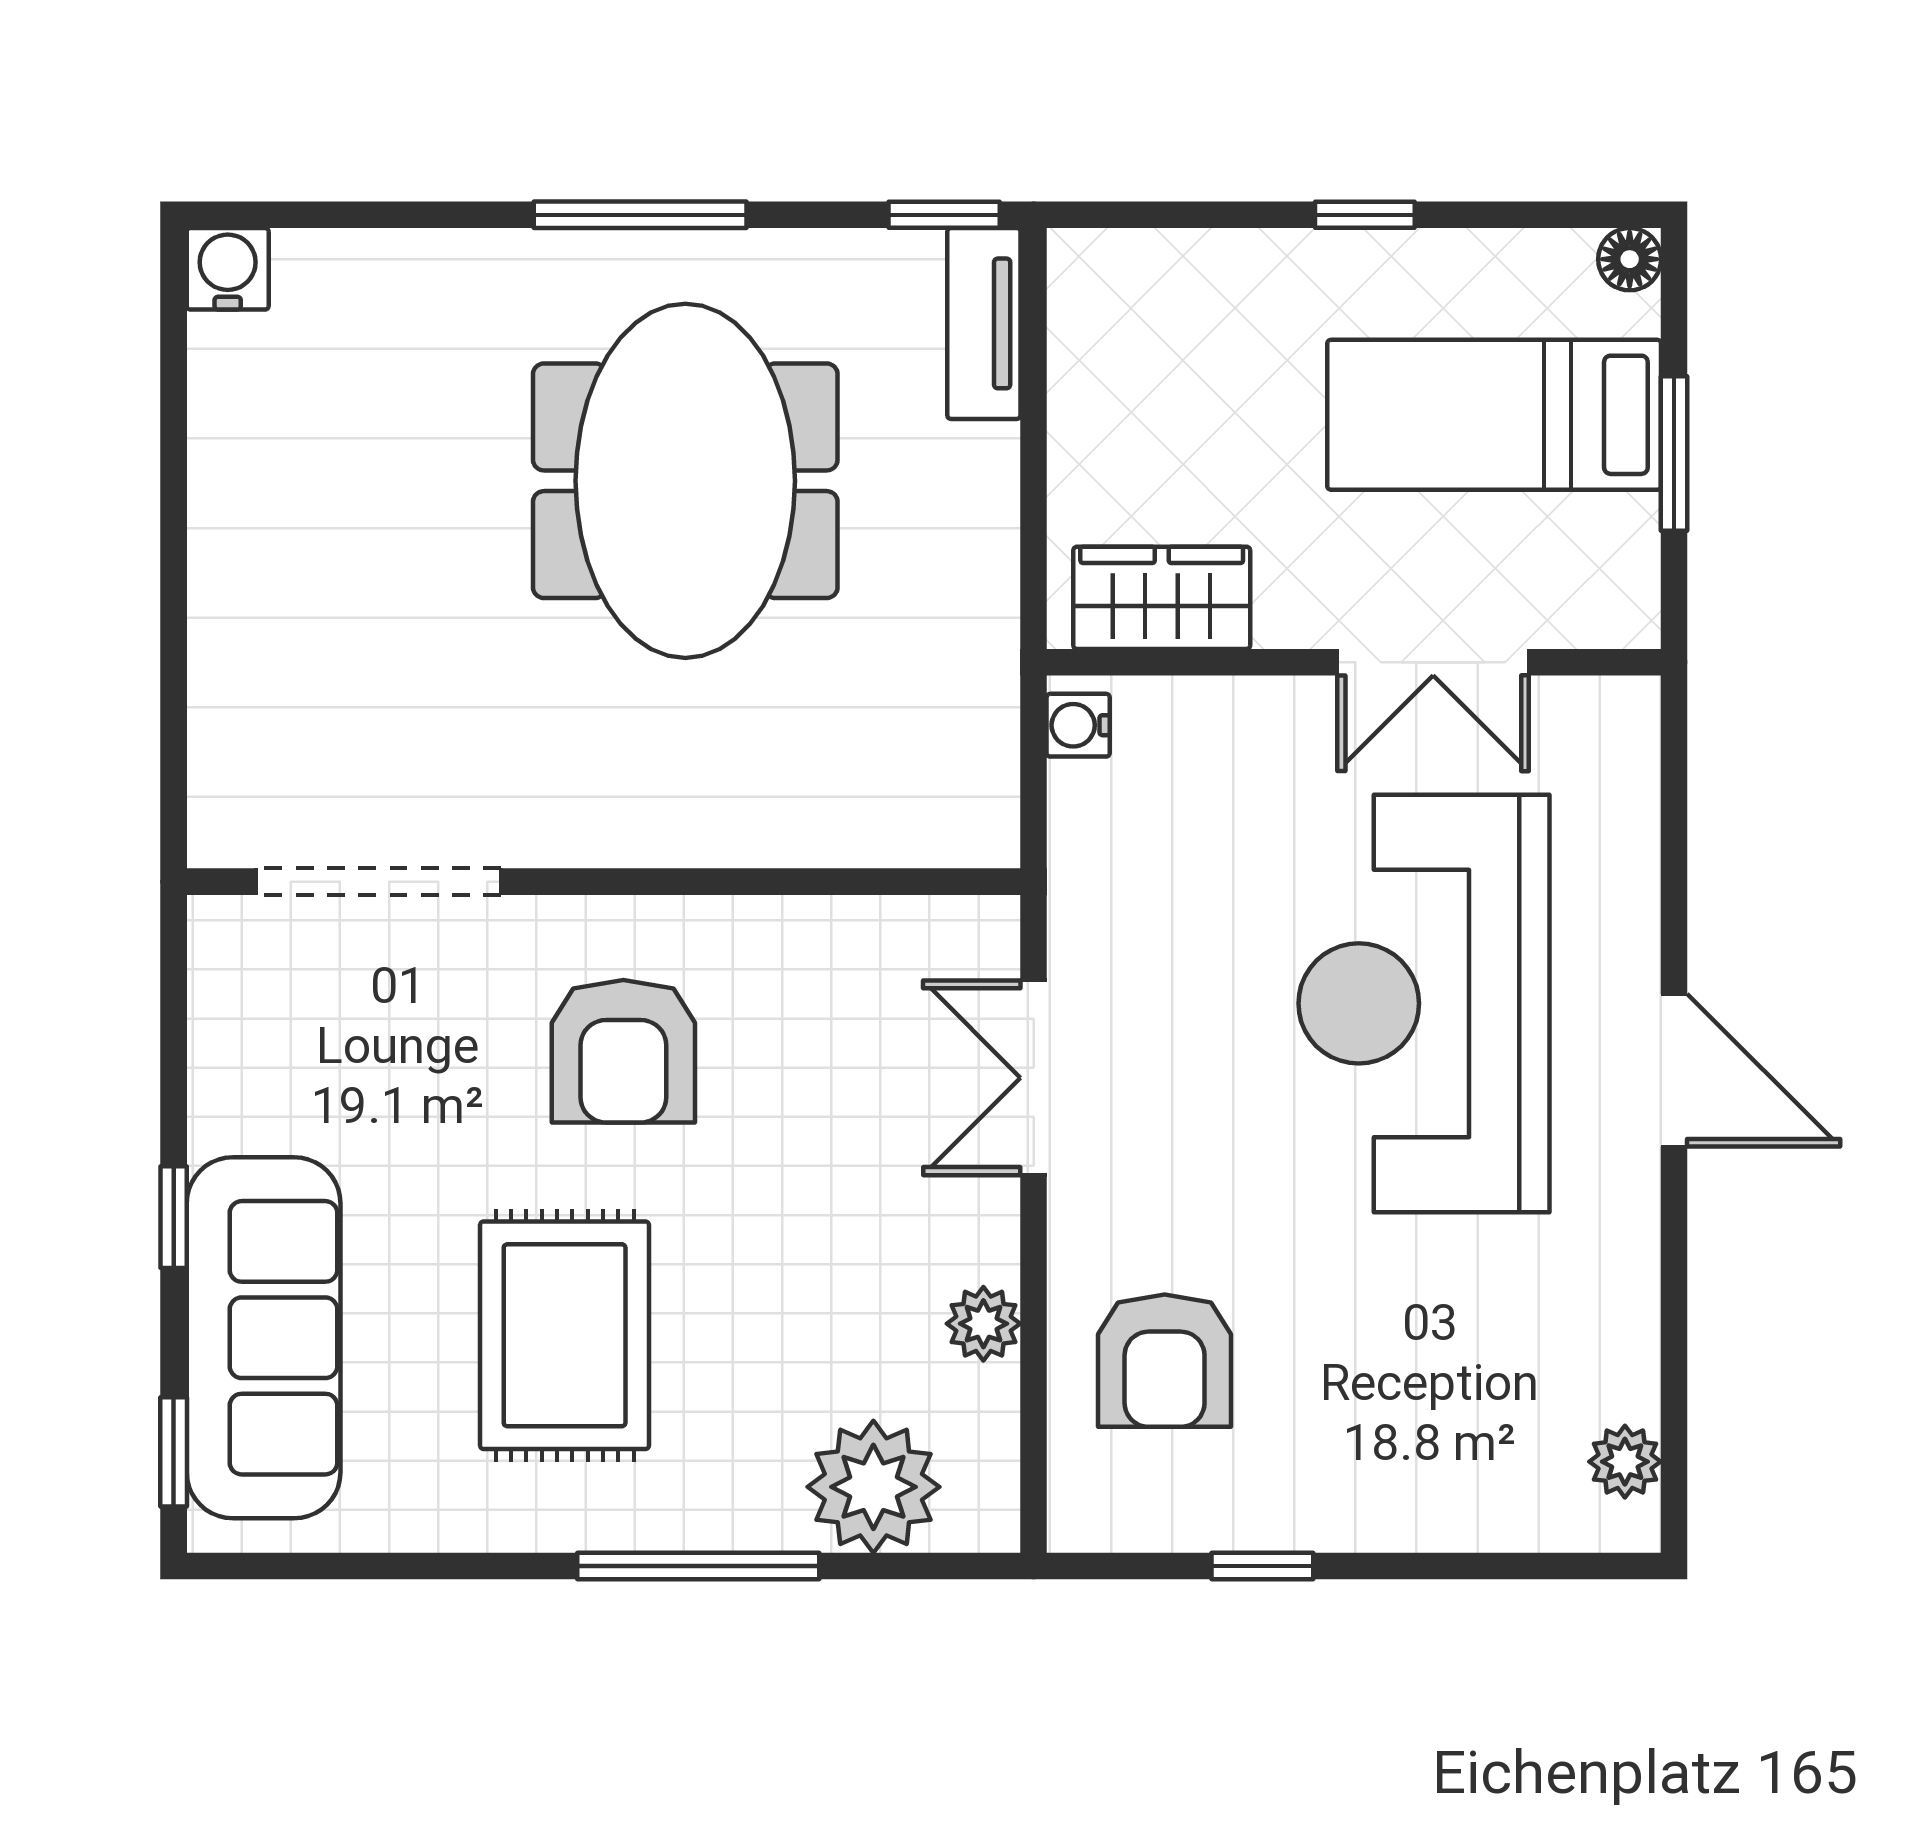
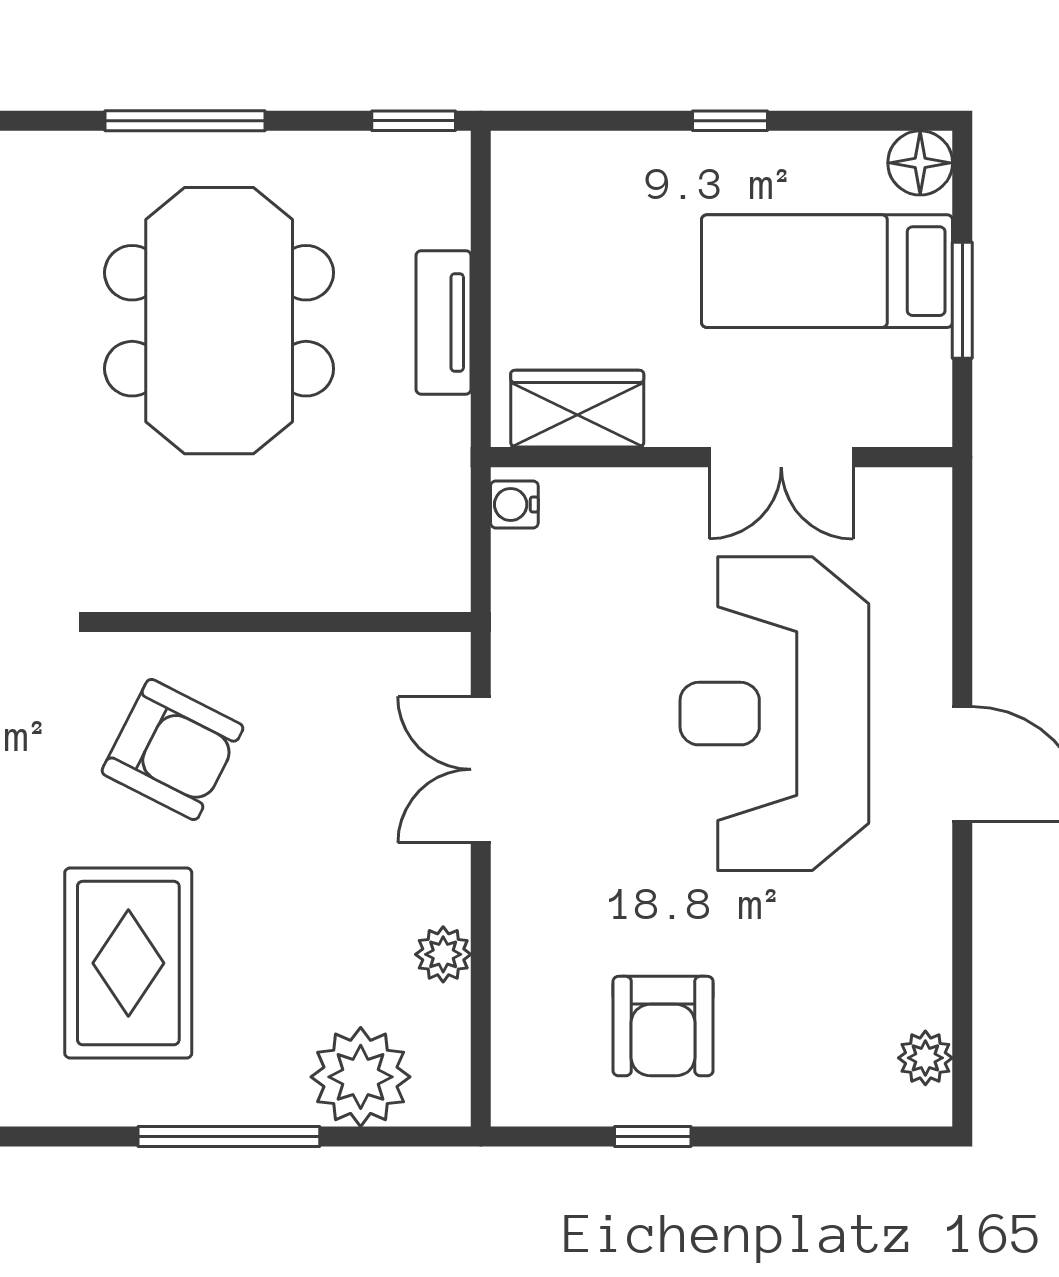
floor lamp: (1630, 259) -> (920, 163), width x1.37, depth x1.37
tv unit: (984, 323) -> (444, 322), moved
armchair: (623, 1051) -> (173, 750), turned -63
armchair: (1165, 1361) -> (663, 1026), moved

